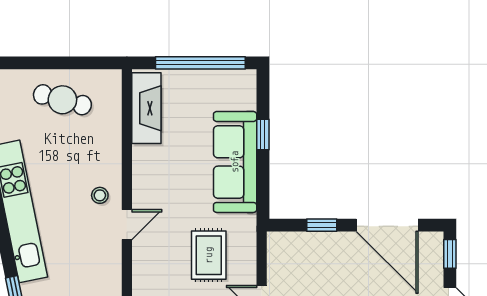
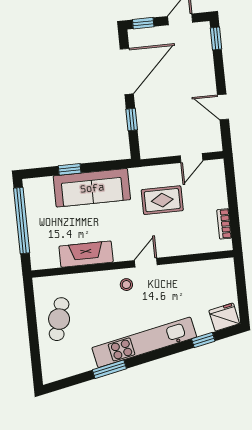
fireplace: (146, 108) -> (86, 254), moved
door: (127, 225) -> (146, 263), hinge flipped

